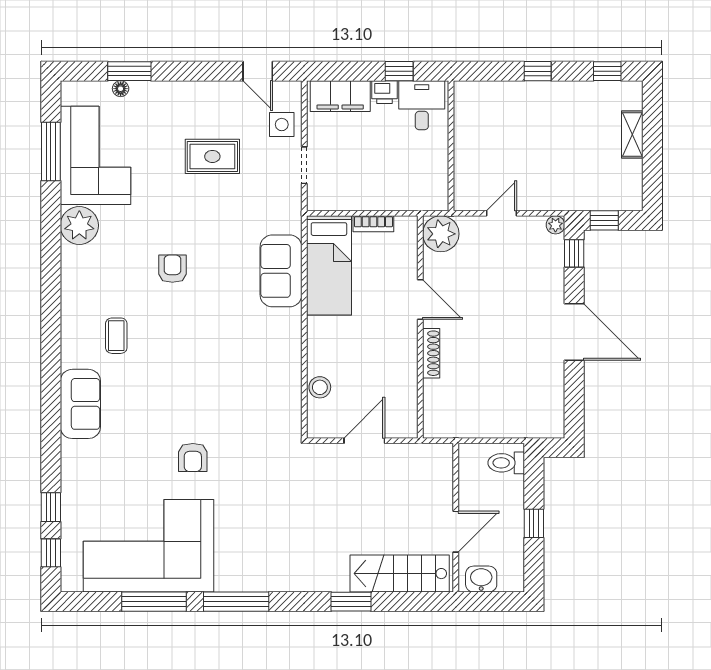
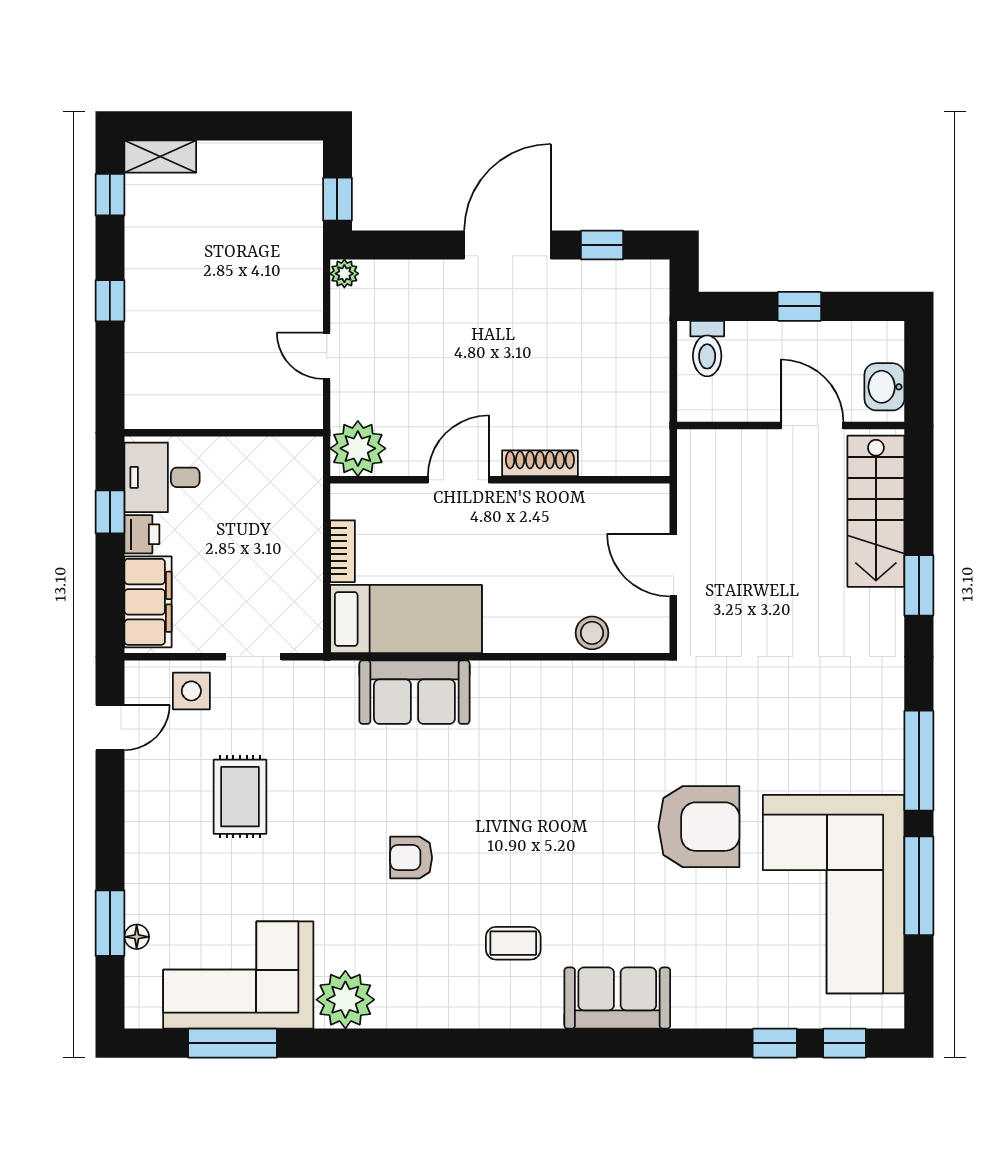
shelving: (632, 134) -> (160, 156), moved
window: (574, 253) -> (602, 245), moved
armchair: (193, 457) -> (699, 827), width x1.88, depth x1.88

